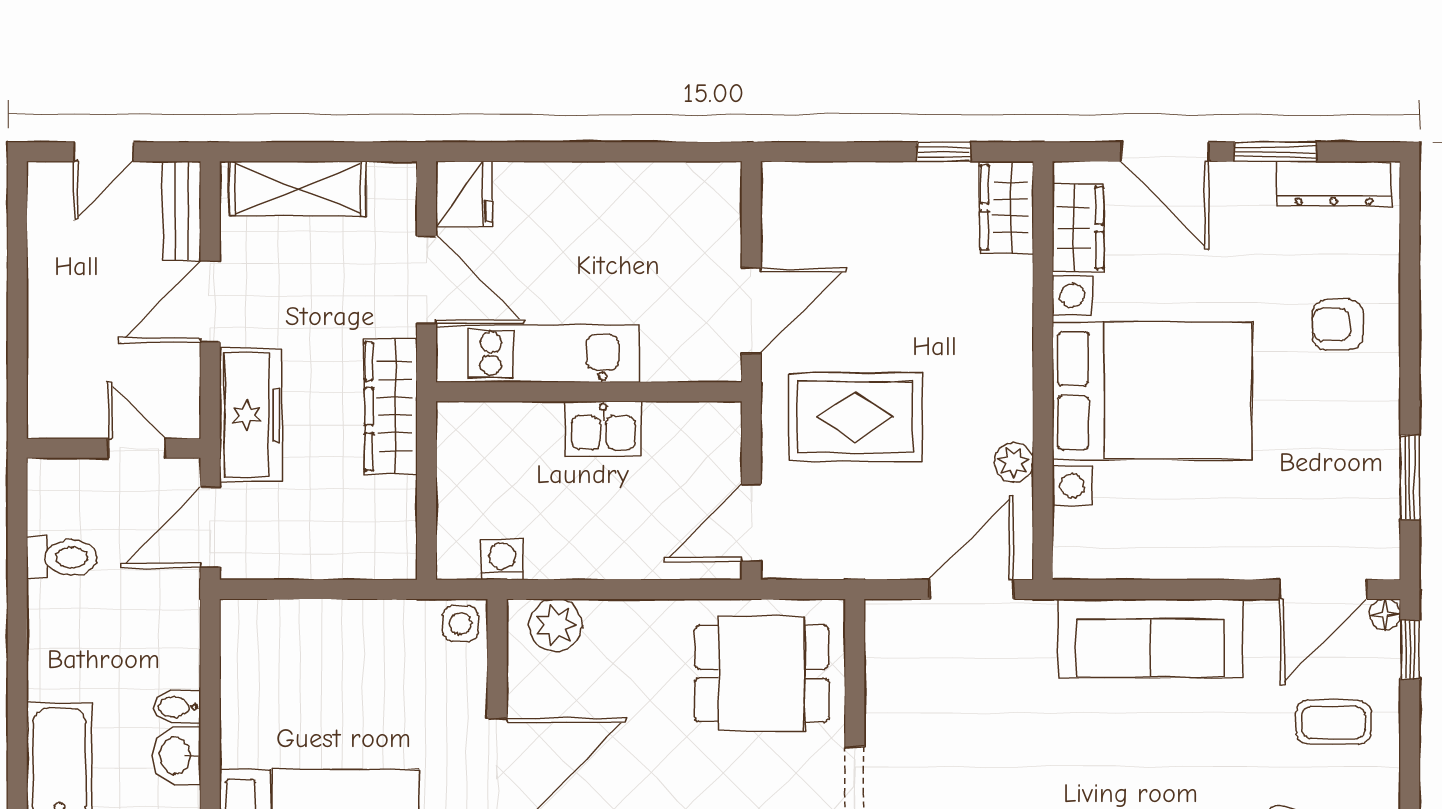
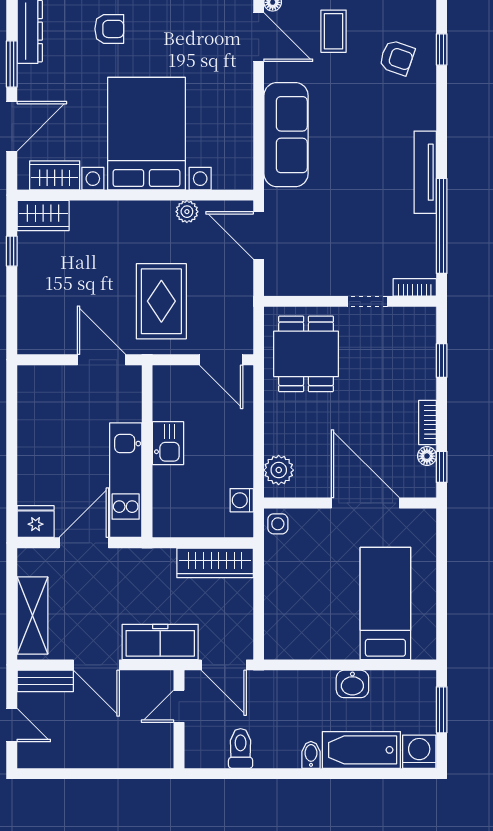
armchair: (1338, 325) -> (109, 29), turned -90
wardrobe: (391, 407) -> (215, 563), moved
bidet: (177, 707) -> (311, 755), moved, turned 180

